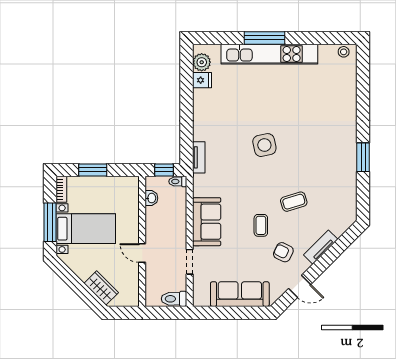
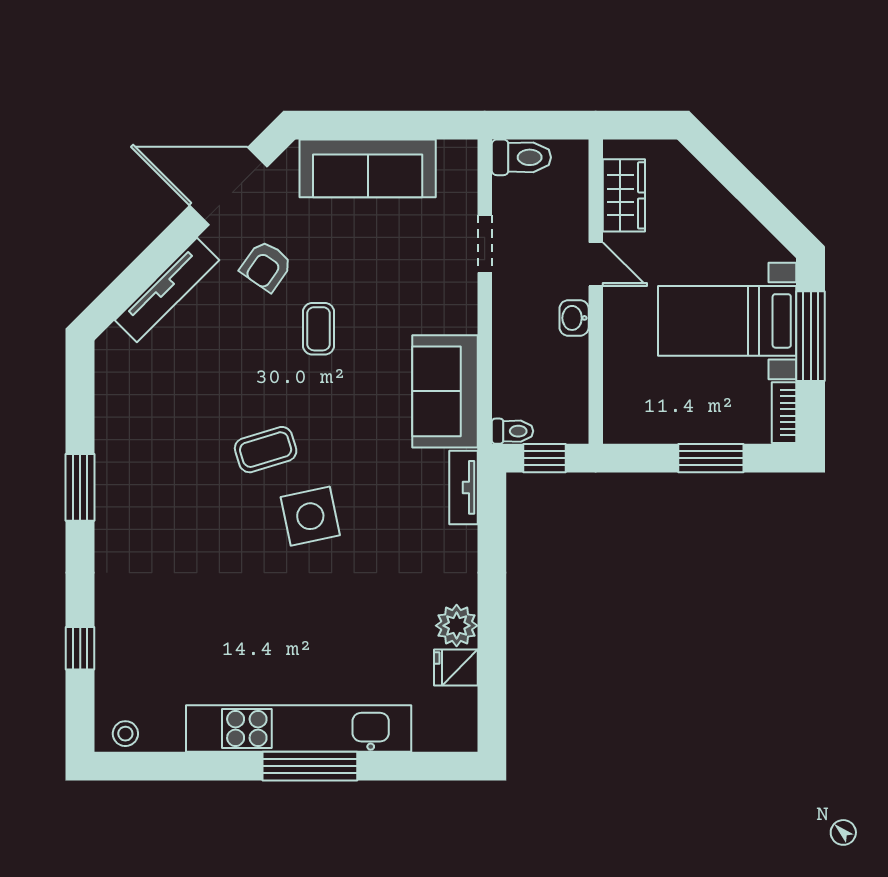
plant: (202, 62) -> (457, 626), moved
window: (363, 88) -> (80, 648), added
washbasin: (151, 198) -> (574, 318), moved
coffee table: (294, 202) -> (266, 450), moved
sofa: (207, 222) -> (445, 391), moved
tv unit: (321, 247) -> (167, 290), width x1.41
armchair: (283, 252) -> (266, 266), turned 99
door: (300, 286) -> (228, 186), width x1.88
wardrobe: (101, 288) -> (624, 195), moved, turned -135

